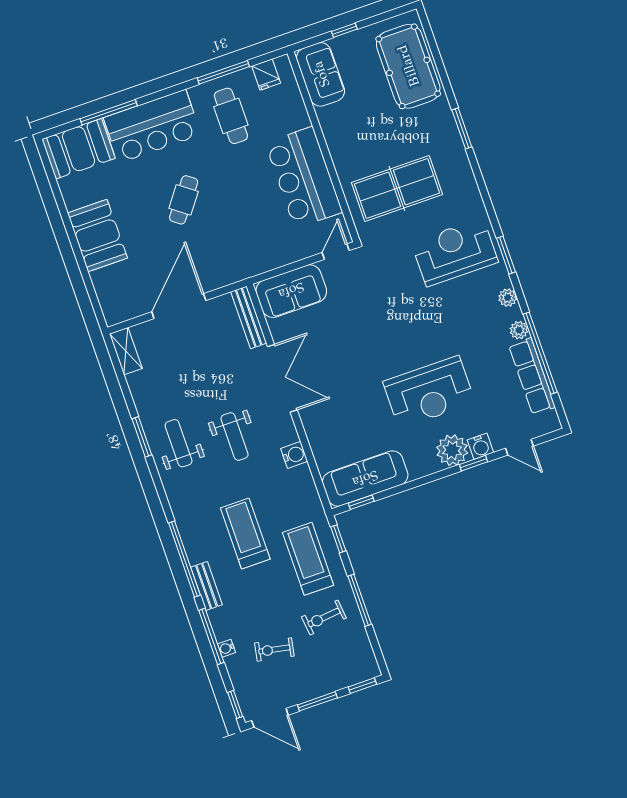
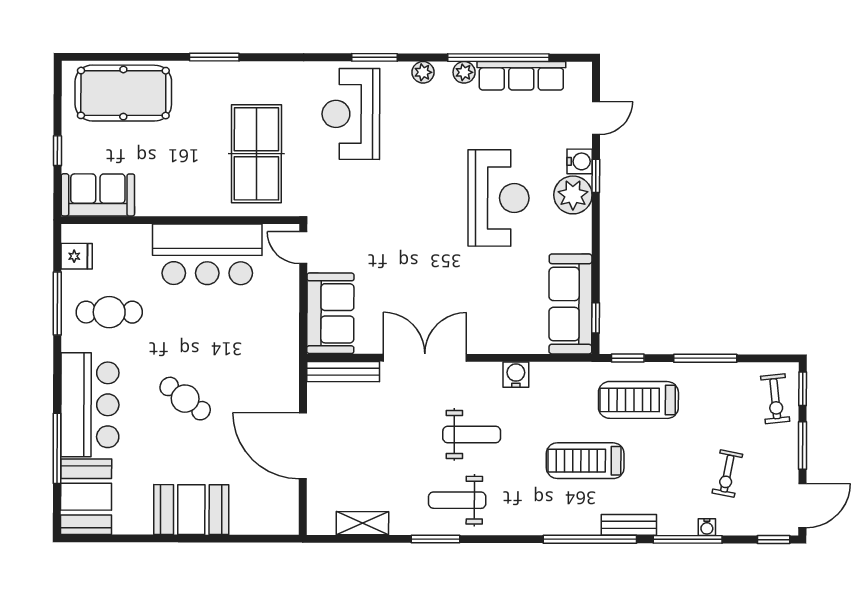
shelving: (126, 351) -> (362, 523), moved
exercise bike: (324, 617) -> (775, 399), moved

